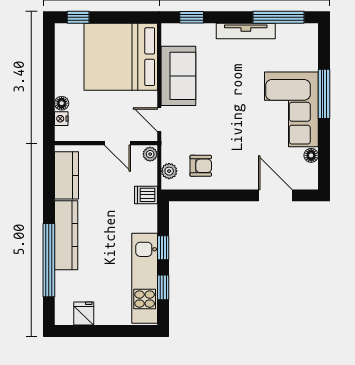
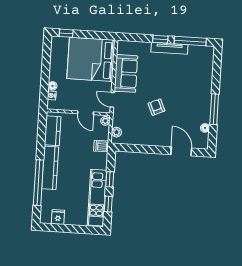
window: (192, 17) -> (160, 39), moved
window: (324, 94) -> (214, 109), moved
corner sofa: (291, 109) -> (195, 99), removed
armchair: (201, 166) -> (156, 107), moved, turned -114

